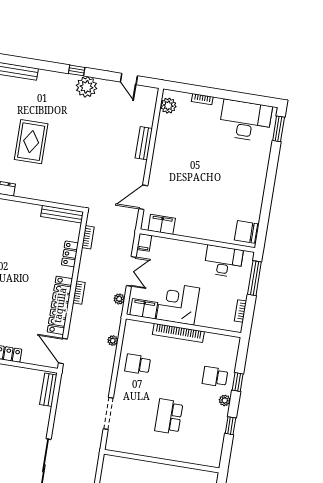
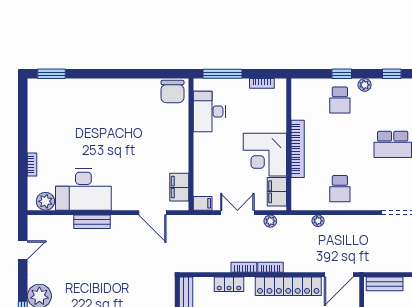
desk: (245, 121) -> (83, 189), moved, turned -90
bookcase: (88, 237) -> (244, 267), moved

